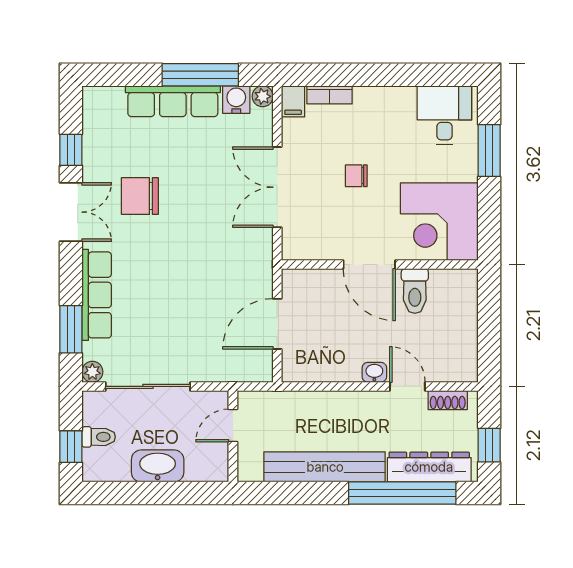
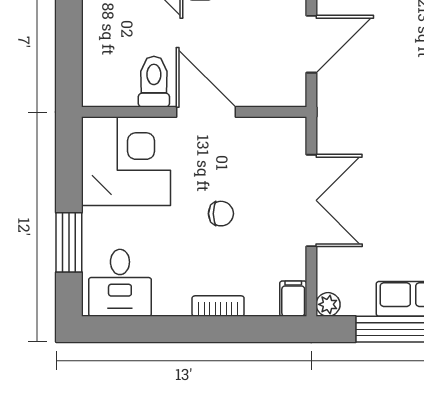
bookcase: (330, 95) -> (218, 306), moved
water cooler: (236, 100) -> (358, 301), removed

